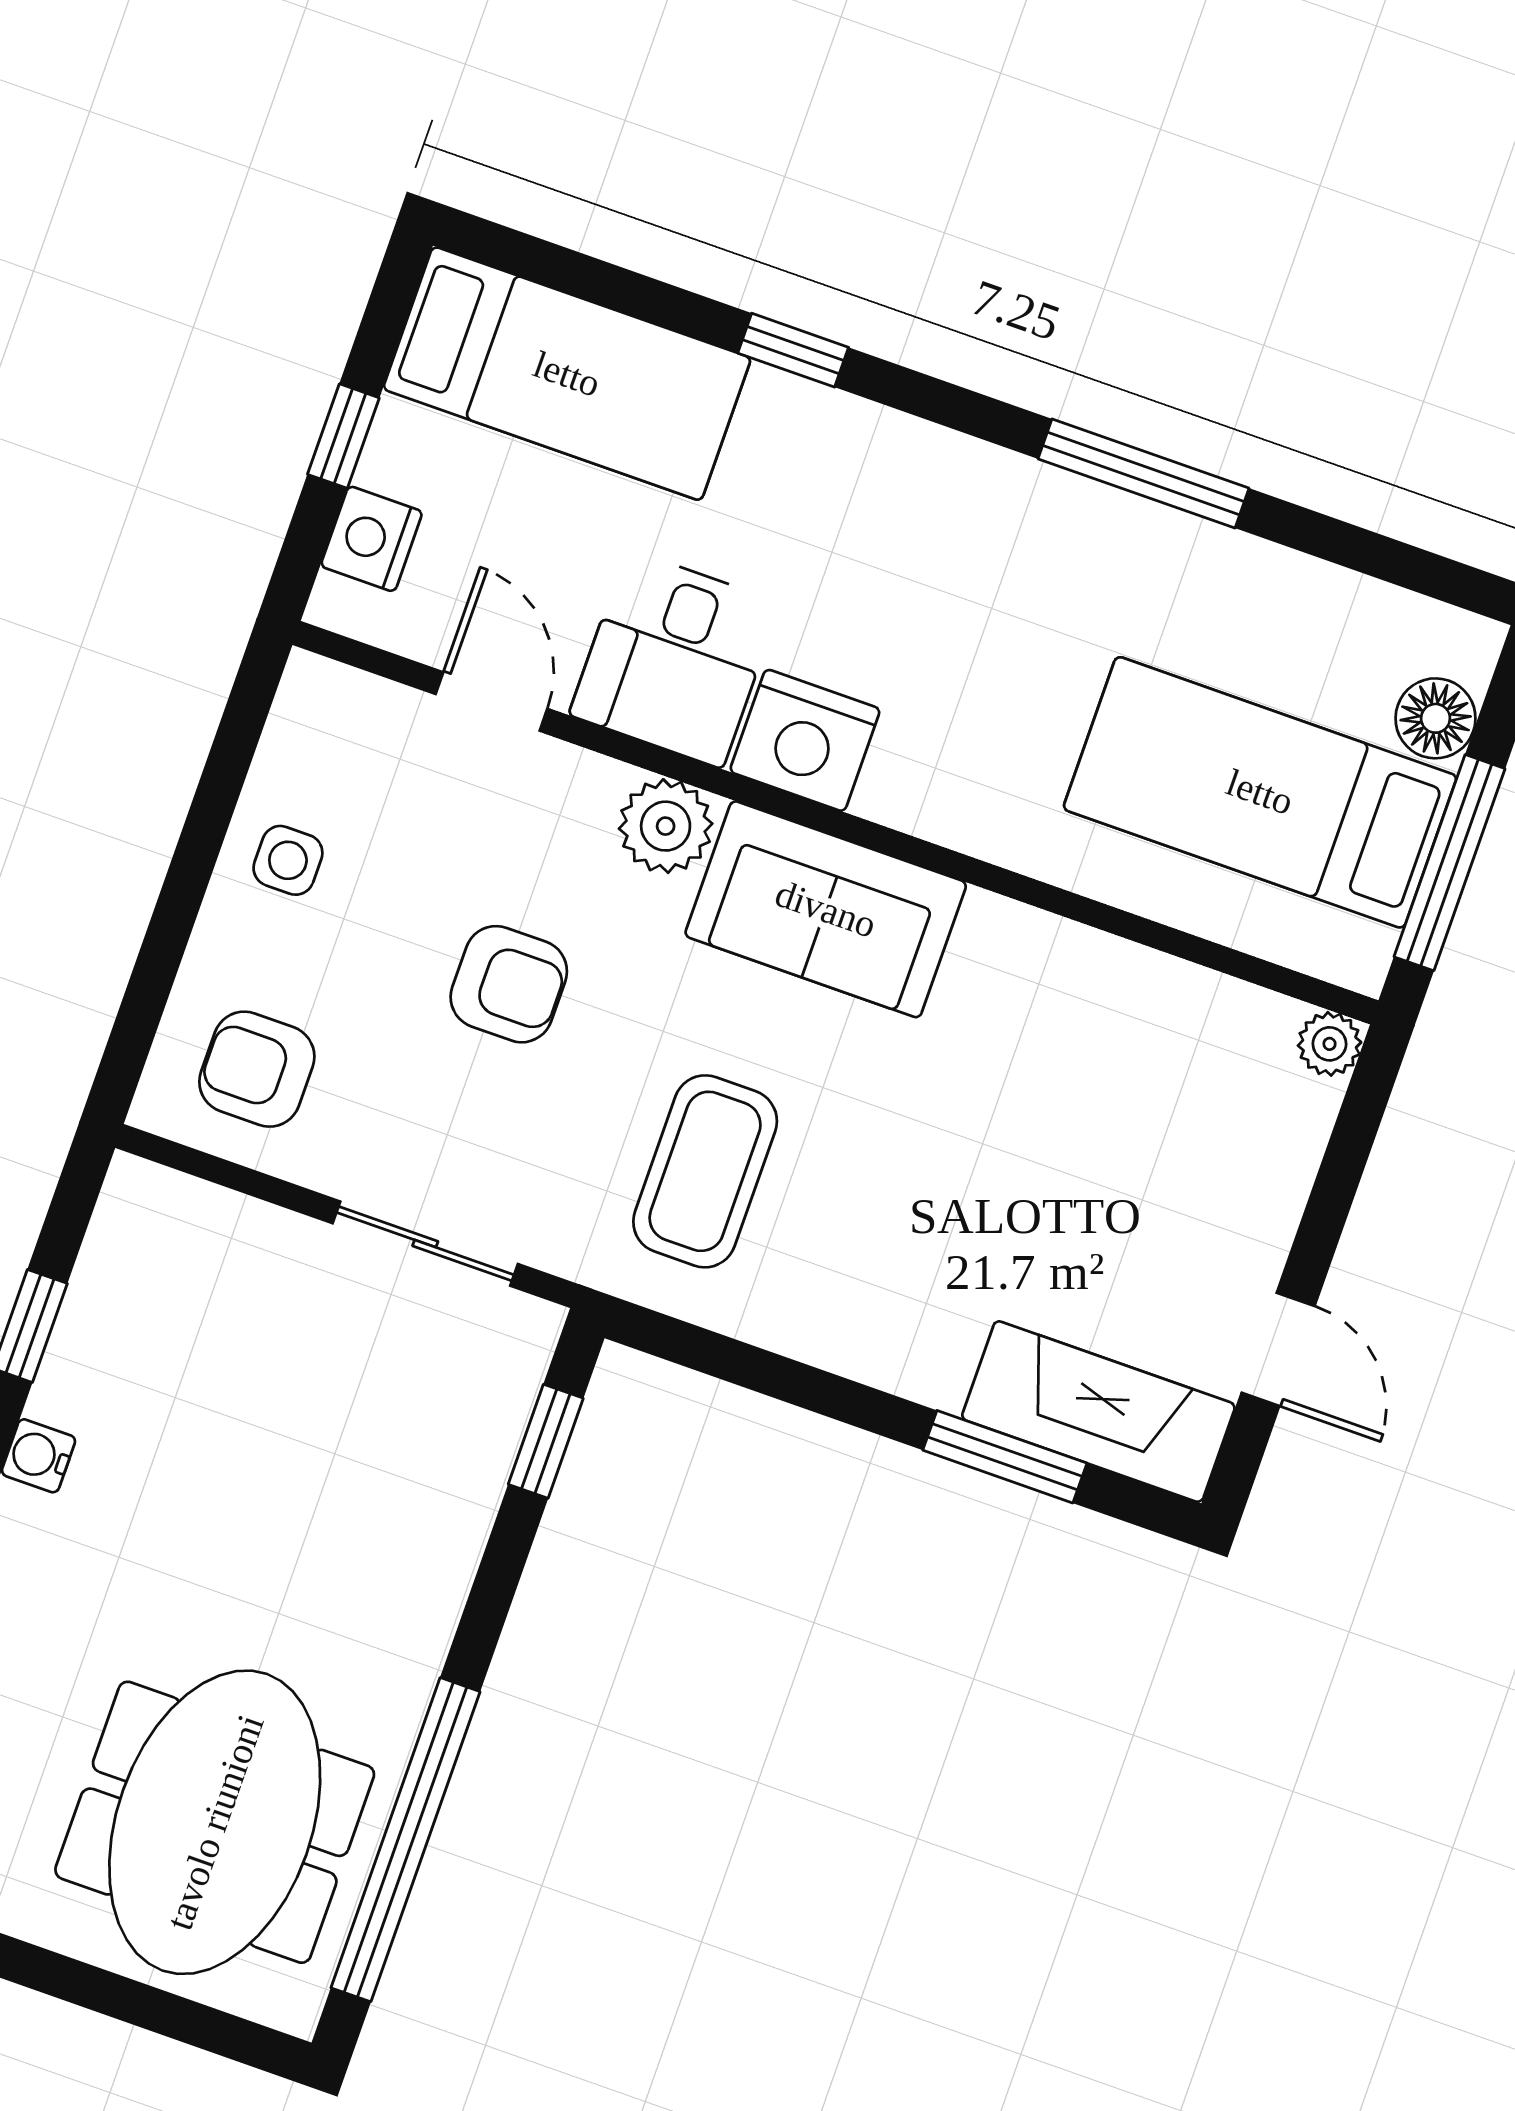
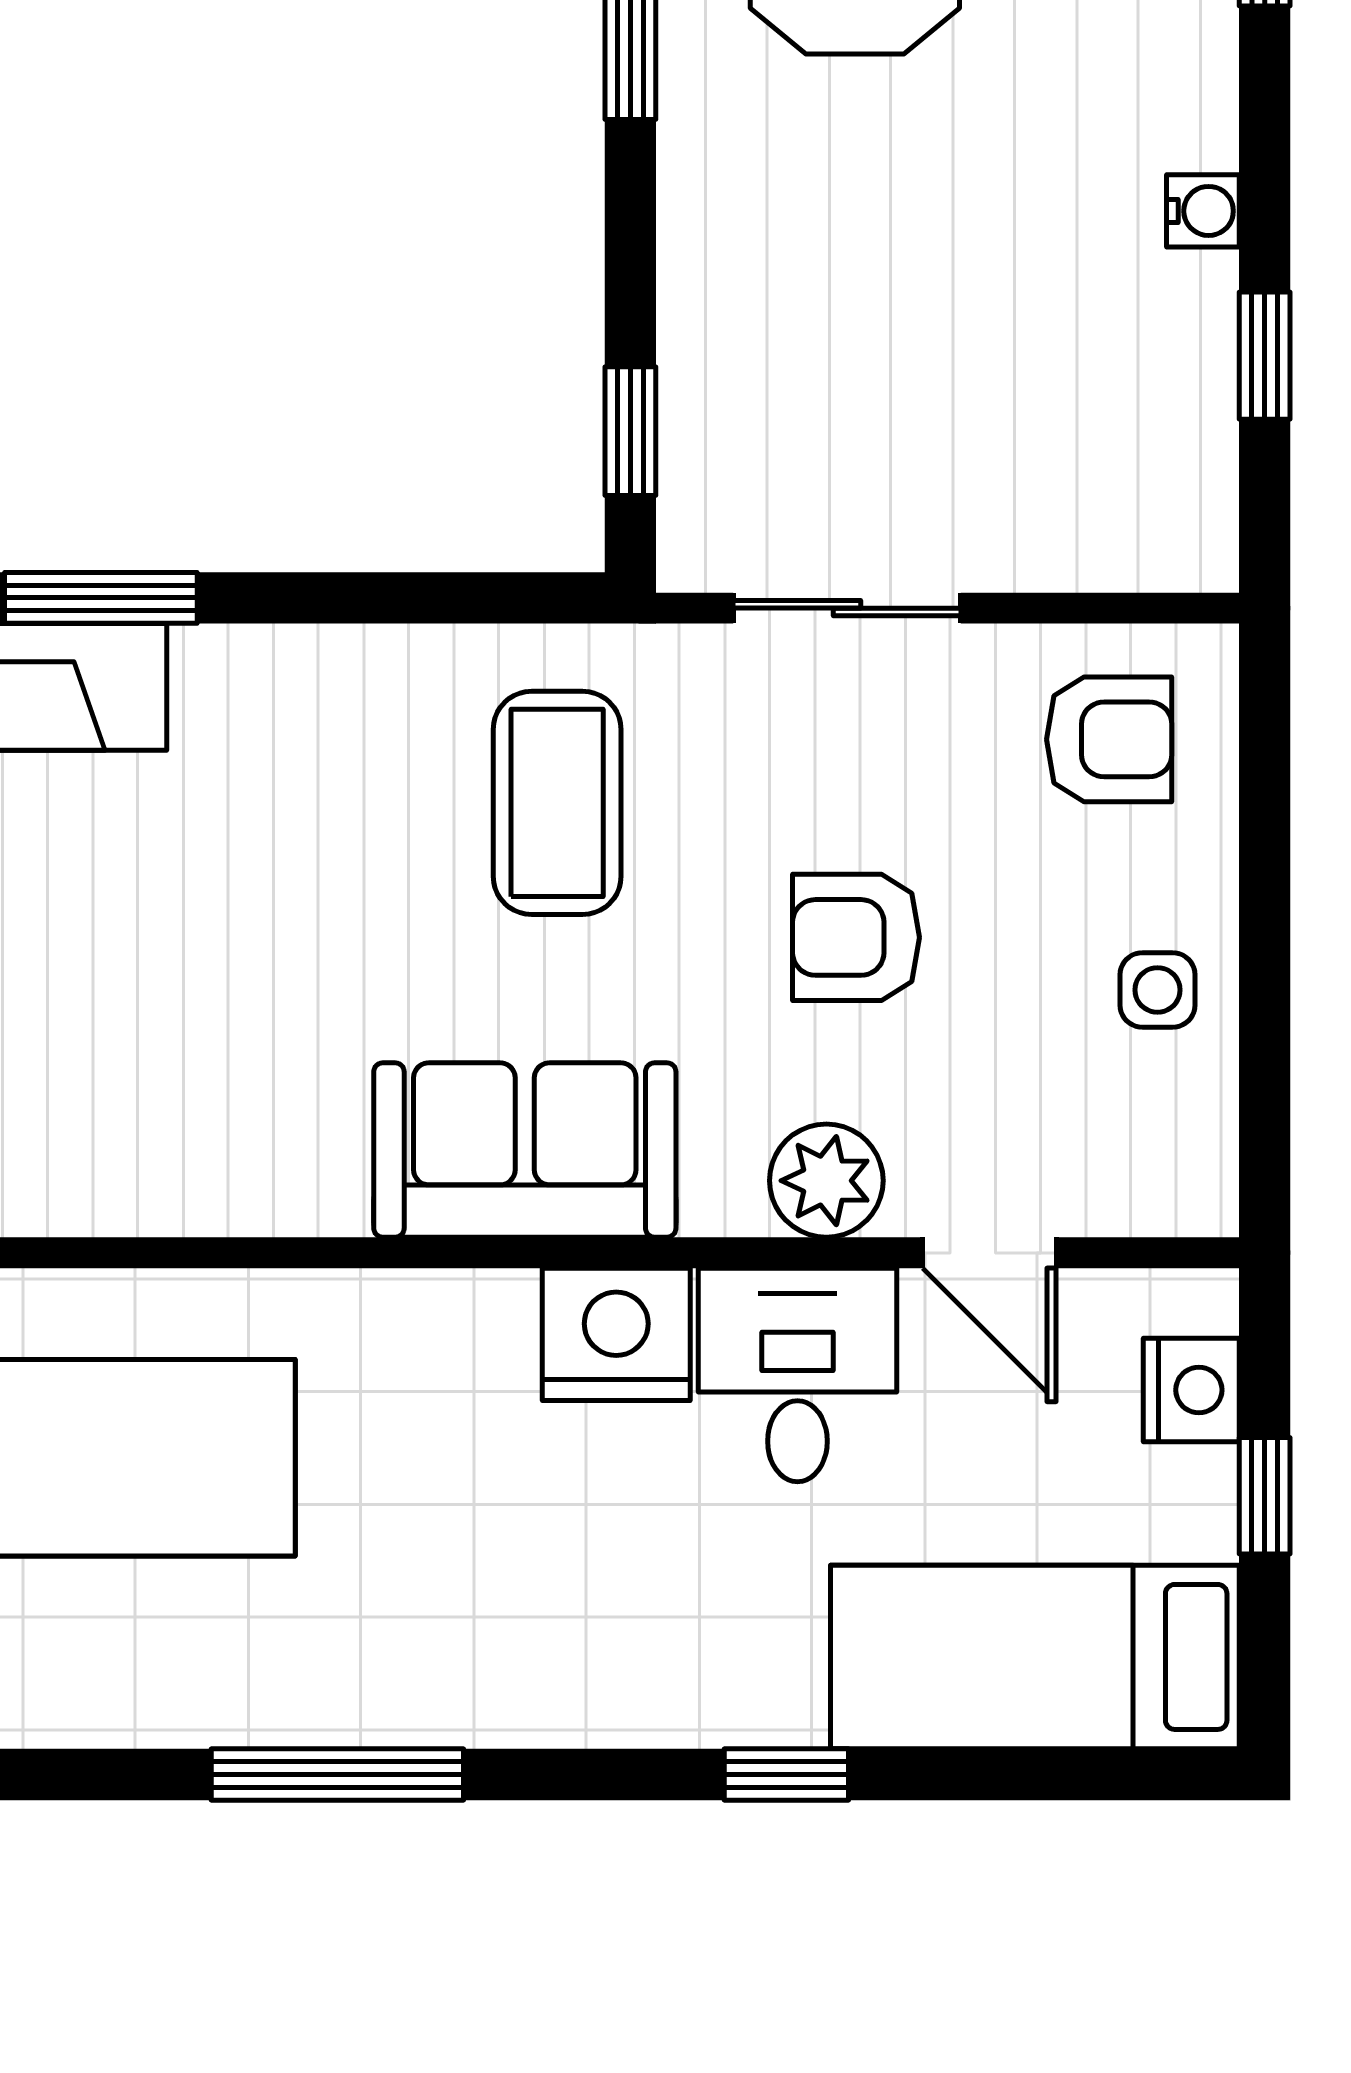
plant: (666, 826) -> (826, 1181), moved

